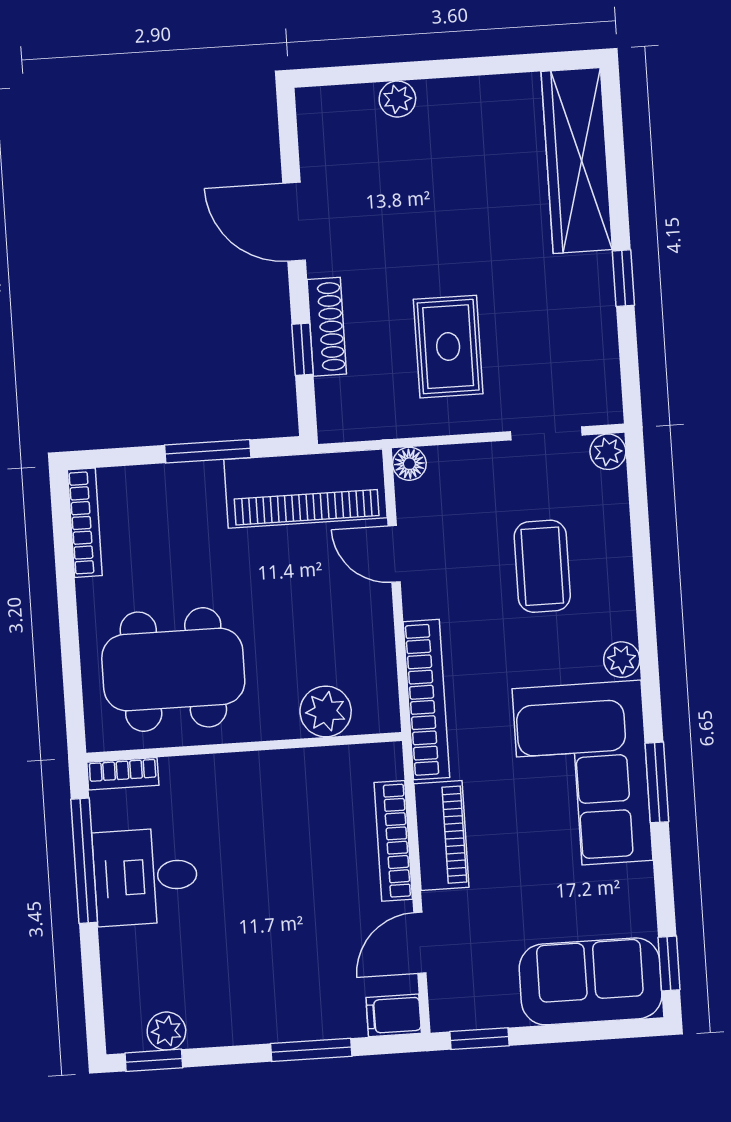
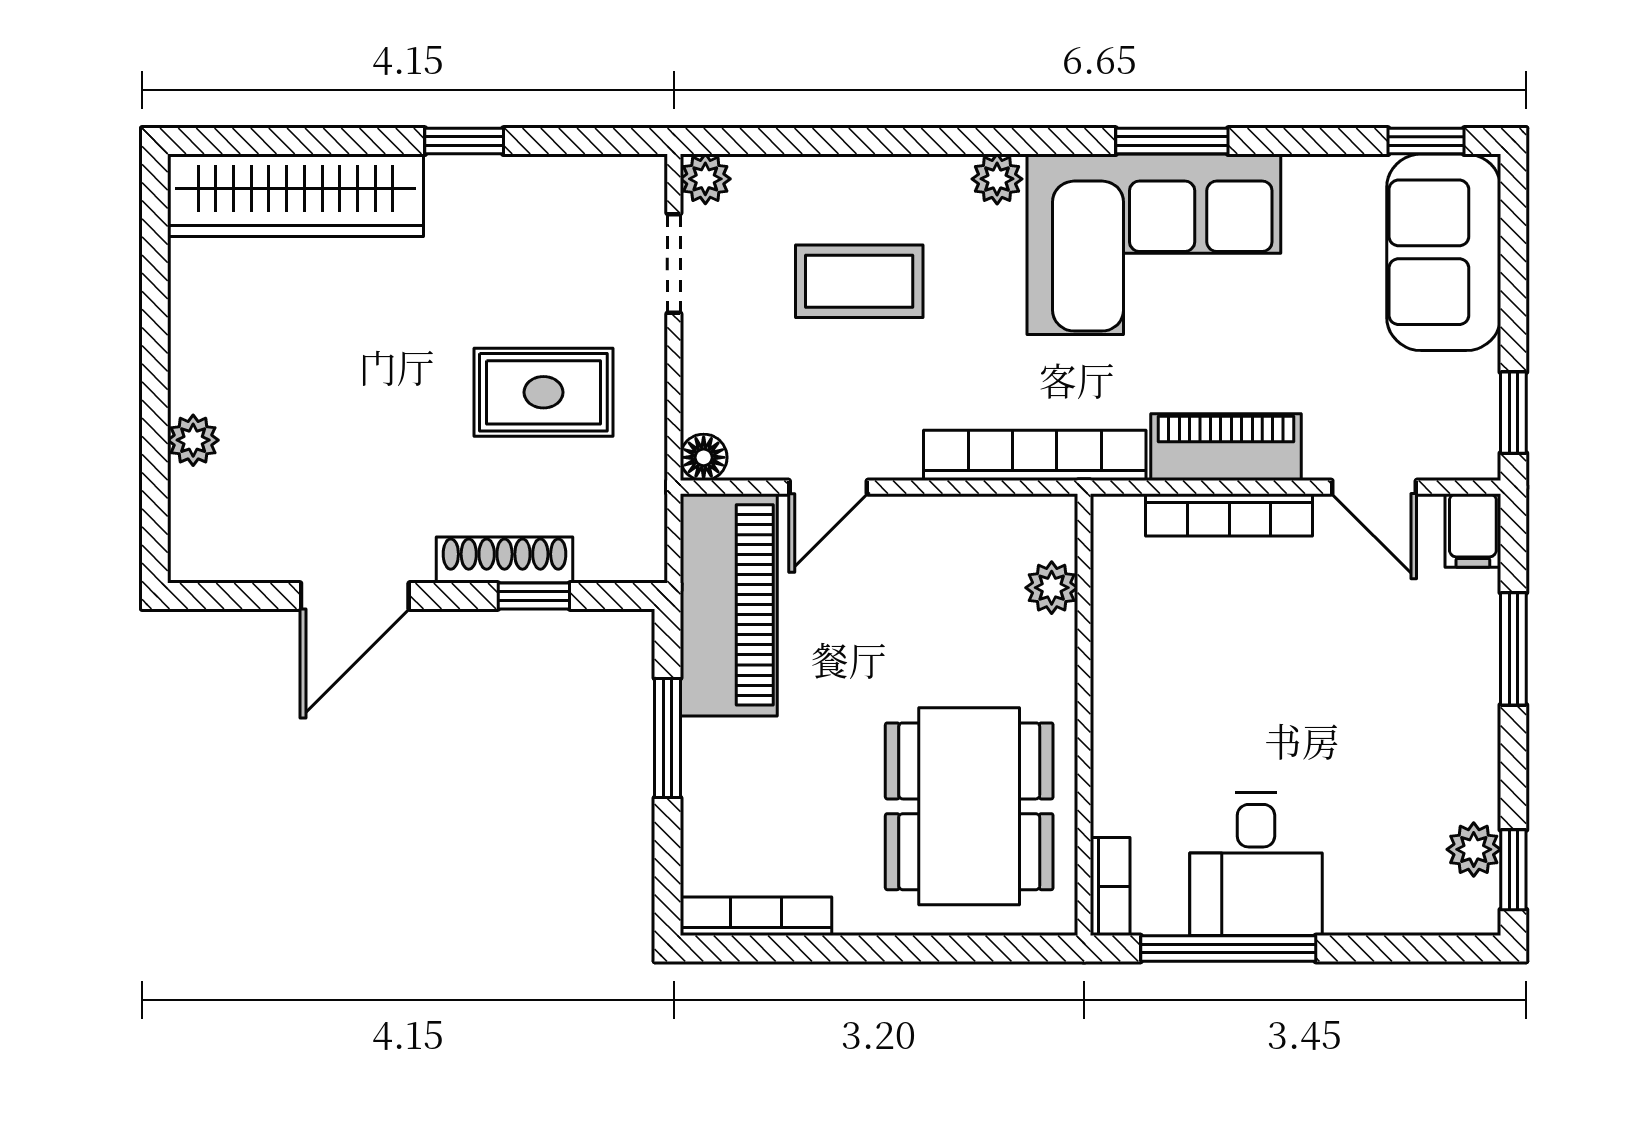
plant: (326, 711) -> (1052, 588), width x0.73, depth x0.73

